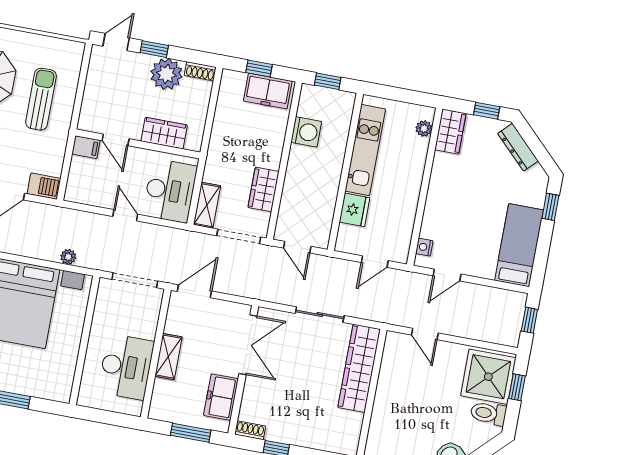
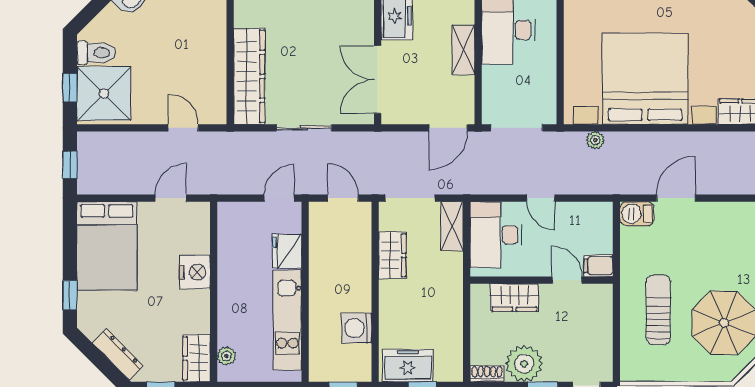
sun lounger: (41, 99) -> (658, 310), turned 180
bed: (519, 245) -> (107, 246), width x1.50
nightstand: (424, 247) -> (195, 272), moved, width x1.89, depth x1.79
door: (375, 262) -> (279, 198), moved

